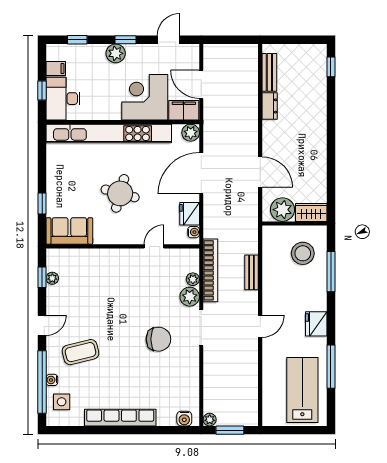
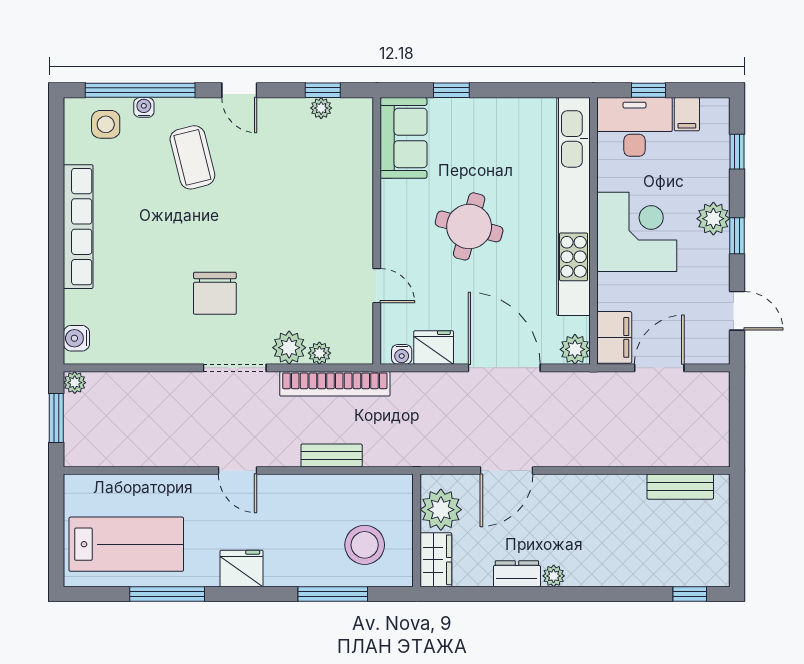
corner desk: (145, 97) -> (637, 232), moved
dresser: (270, 106) -> (517, 574), moved, turned 180
plant: (321, 145) -> (554, 576), added

